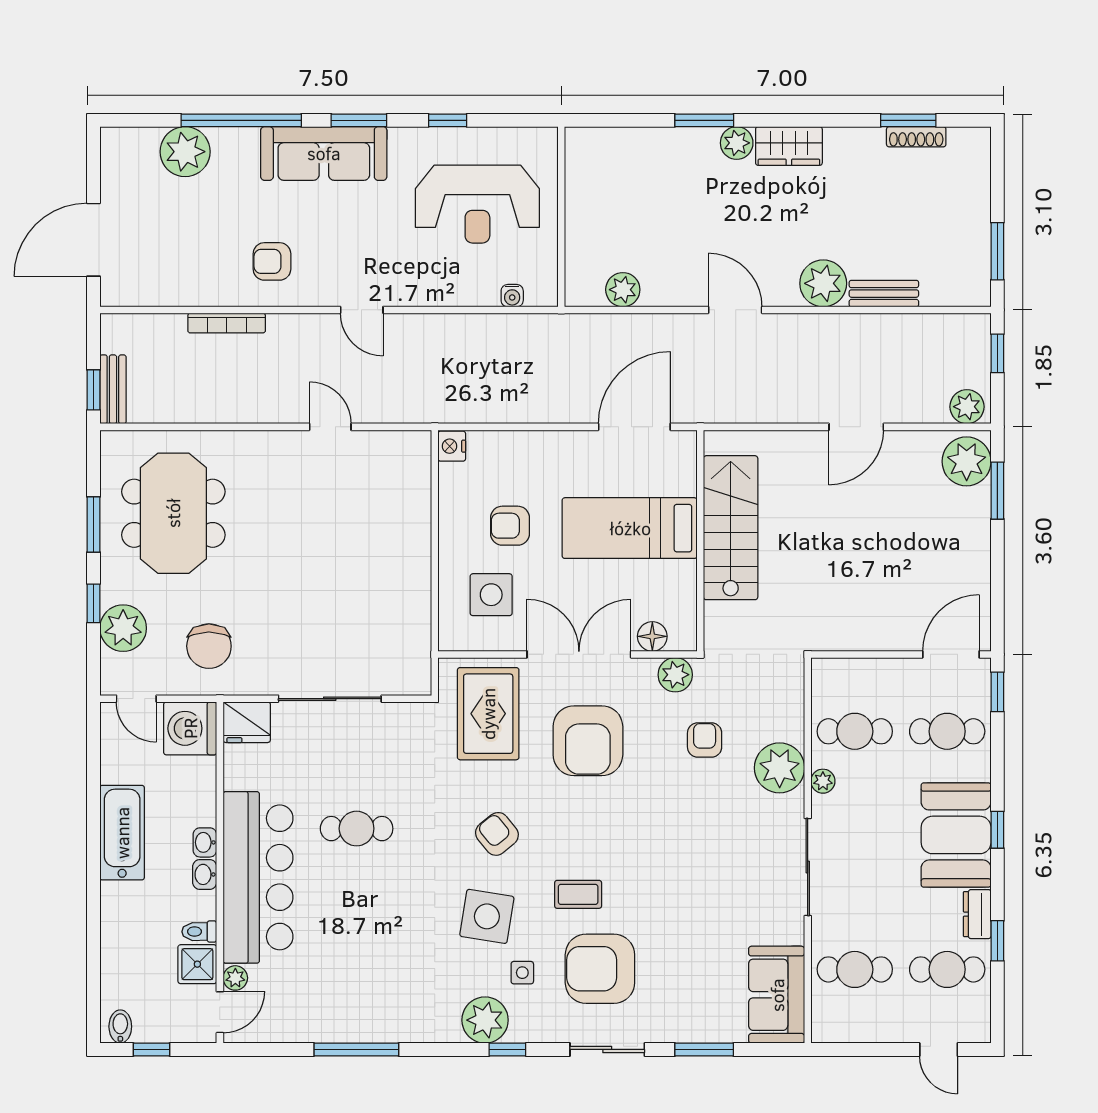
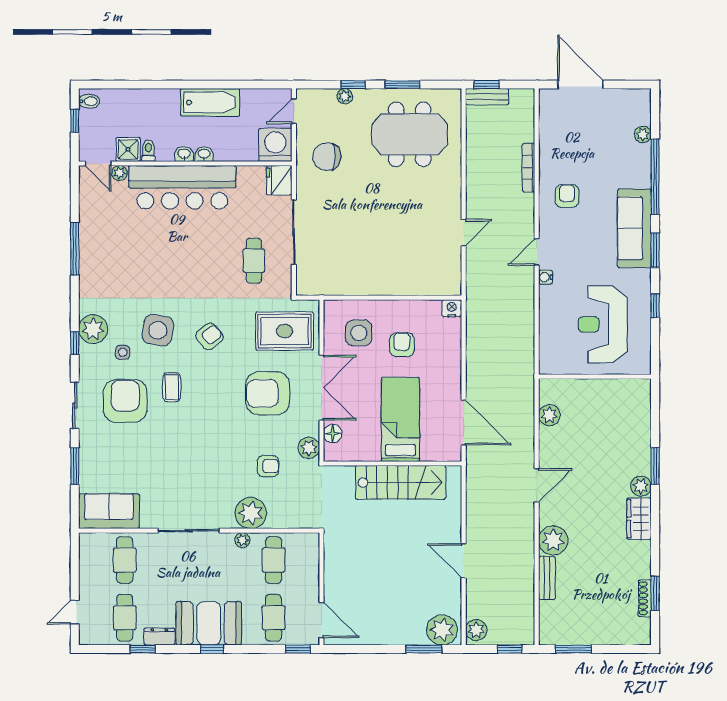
plant: (185, 152) -> (643, 134), width x0.53, depth x0.53
water cooler: (512, 296) -> (546, 277), moved
plant: (123, 628) -> (345, 96), width x0.53, depth x0.53
cafe table: (357, 829) -> (254, 261), moved

